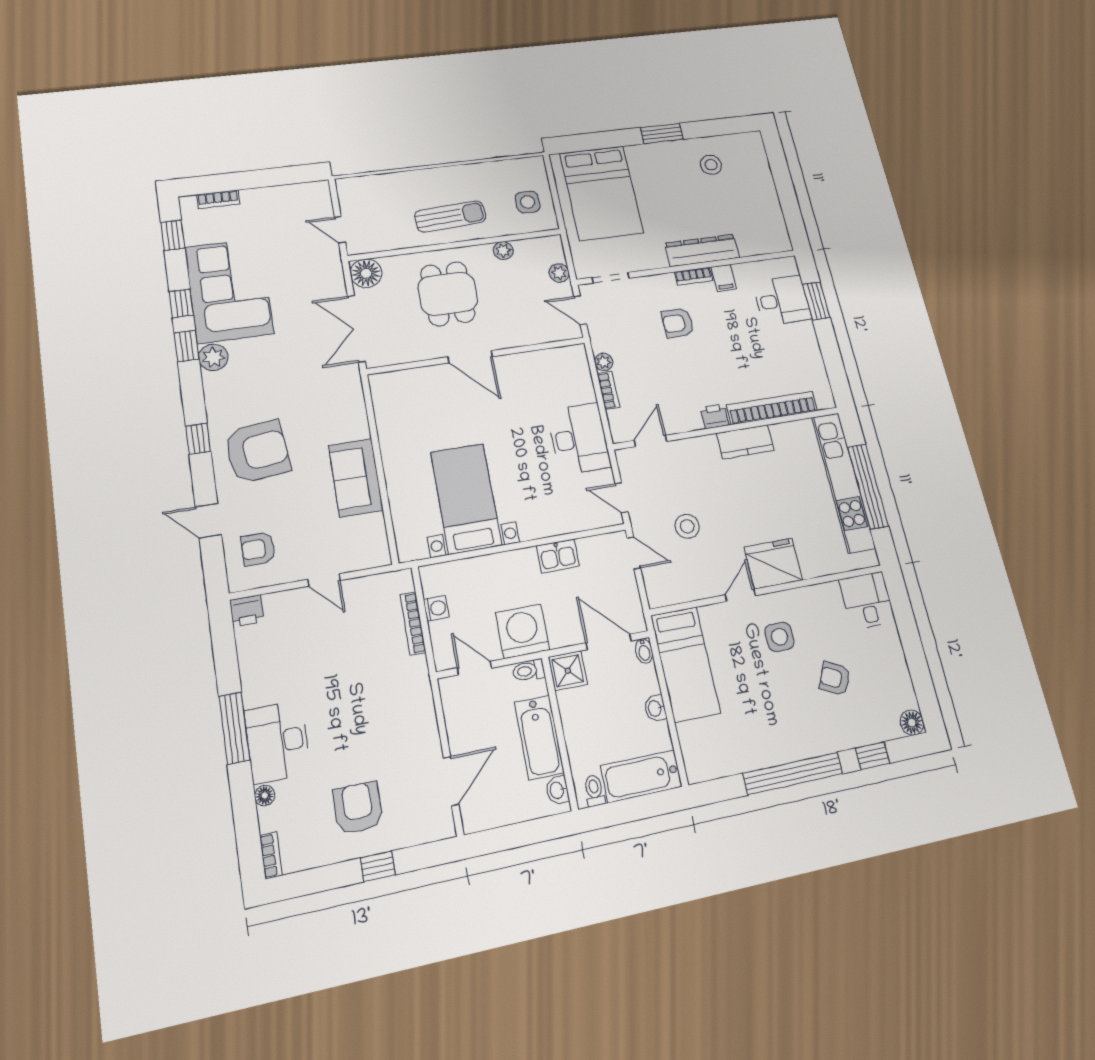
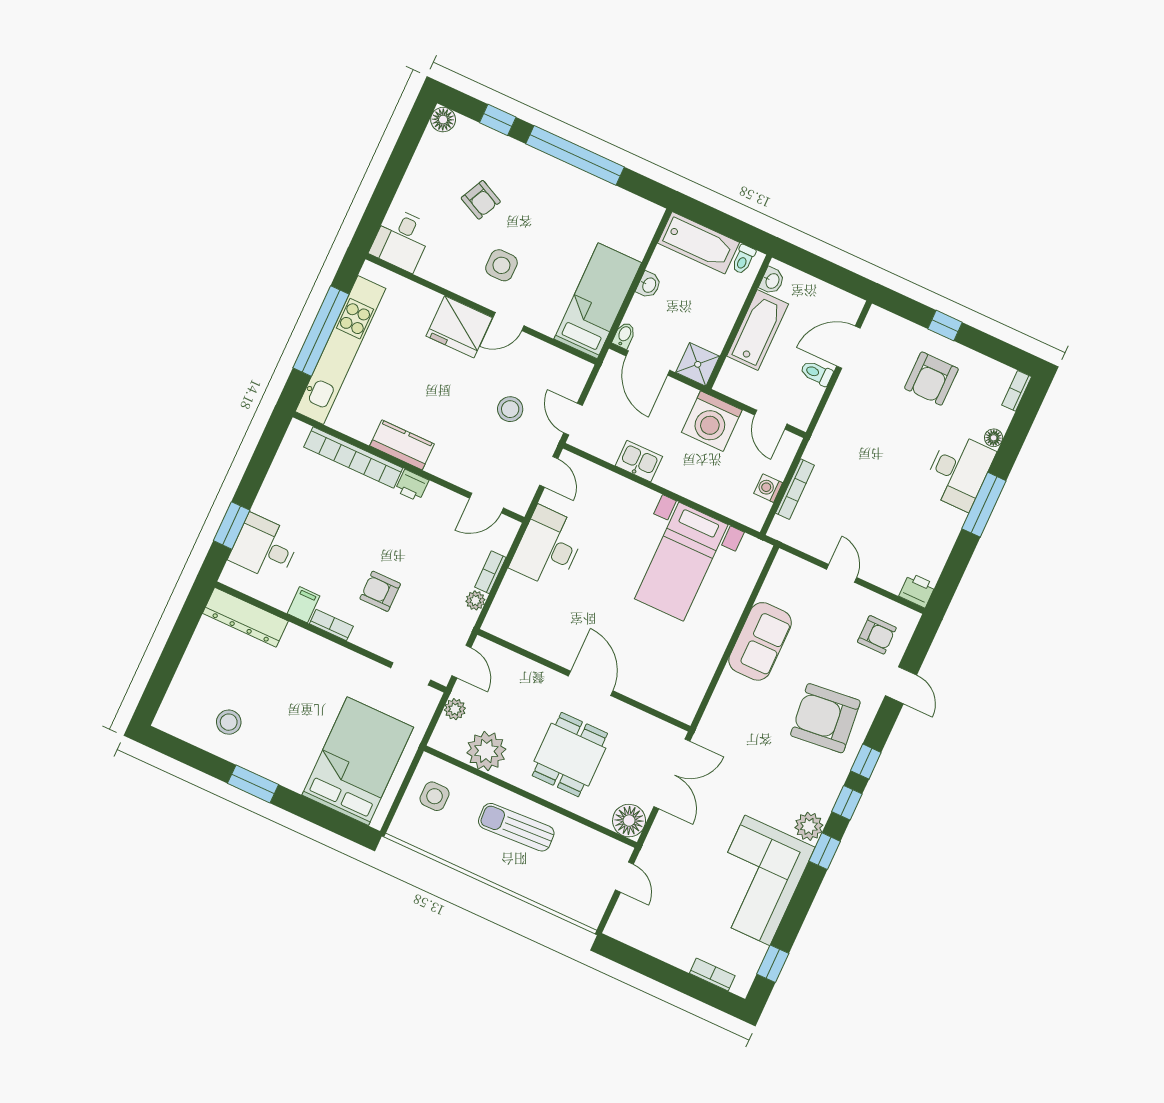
dresser: (702, 250) -> (245, 617), moved
plant: (503, 251) -> (486, 751), width x1.87, depth x1.87
window: (181, 303) -> (847, 803), moved
armchair: (678, 323) -> (380, 591), turned 180
toilet: (529, 671) -> (817, 373), moved, turned 180

